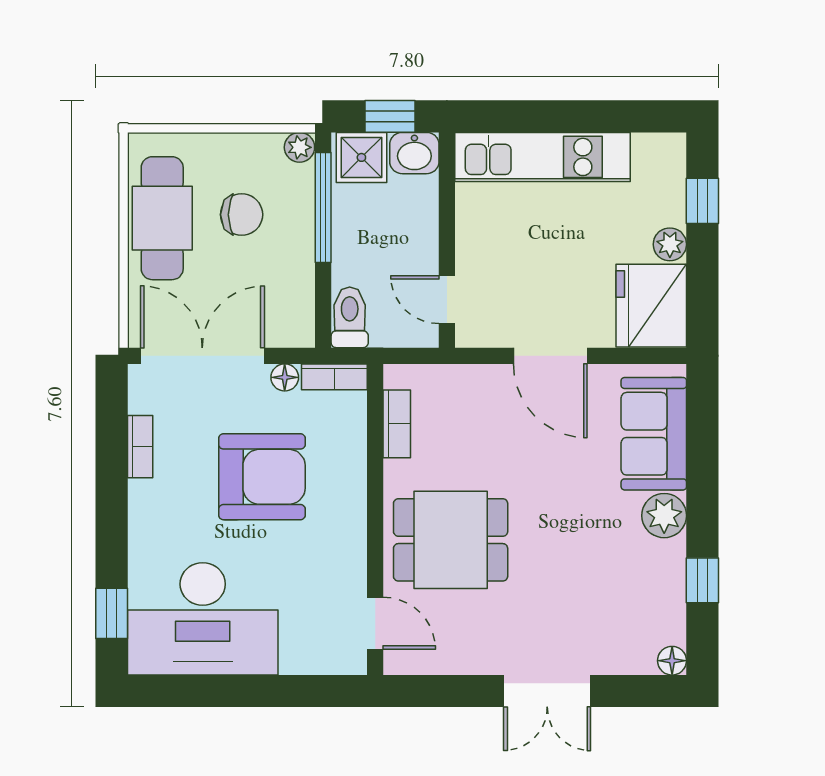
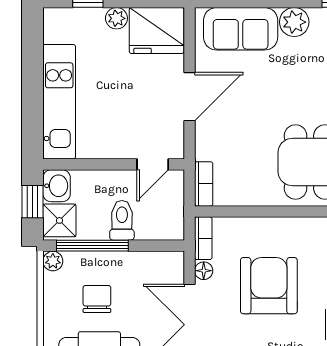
toilet: (350, 317) -> (122, 220), moved, turned 90
bookcase: (397, 424) -> (204, 184), moved, turned 90

